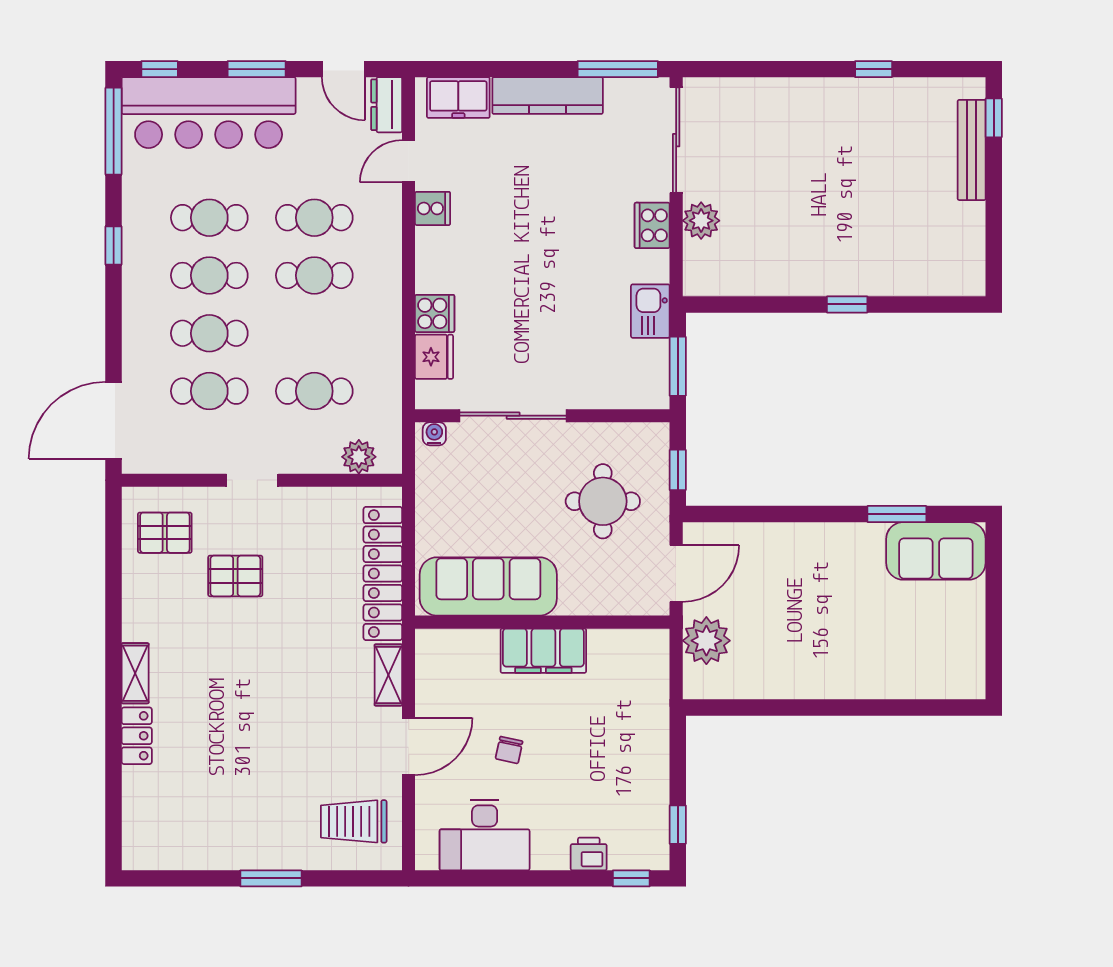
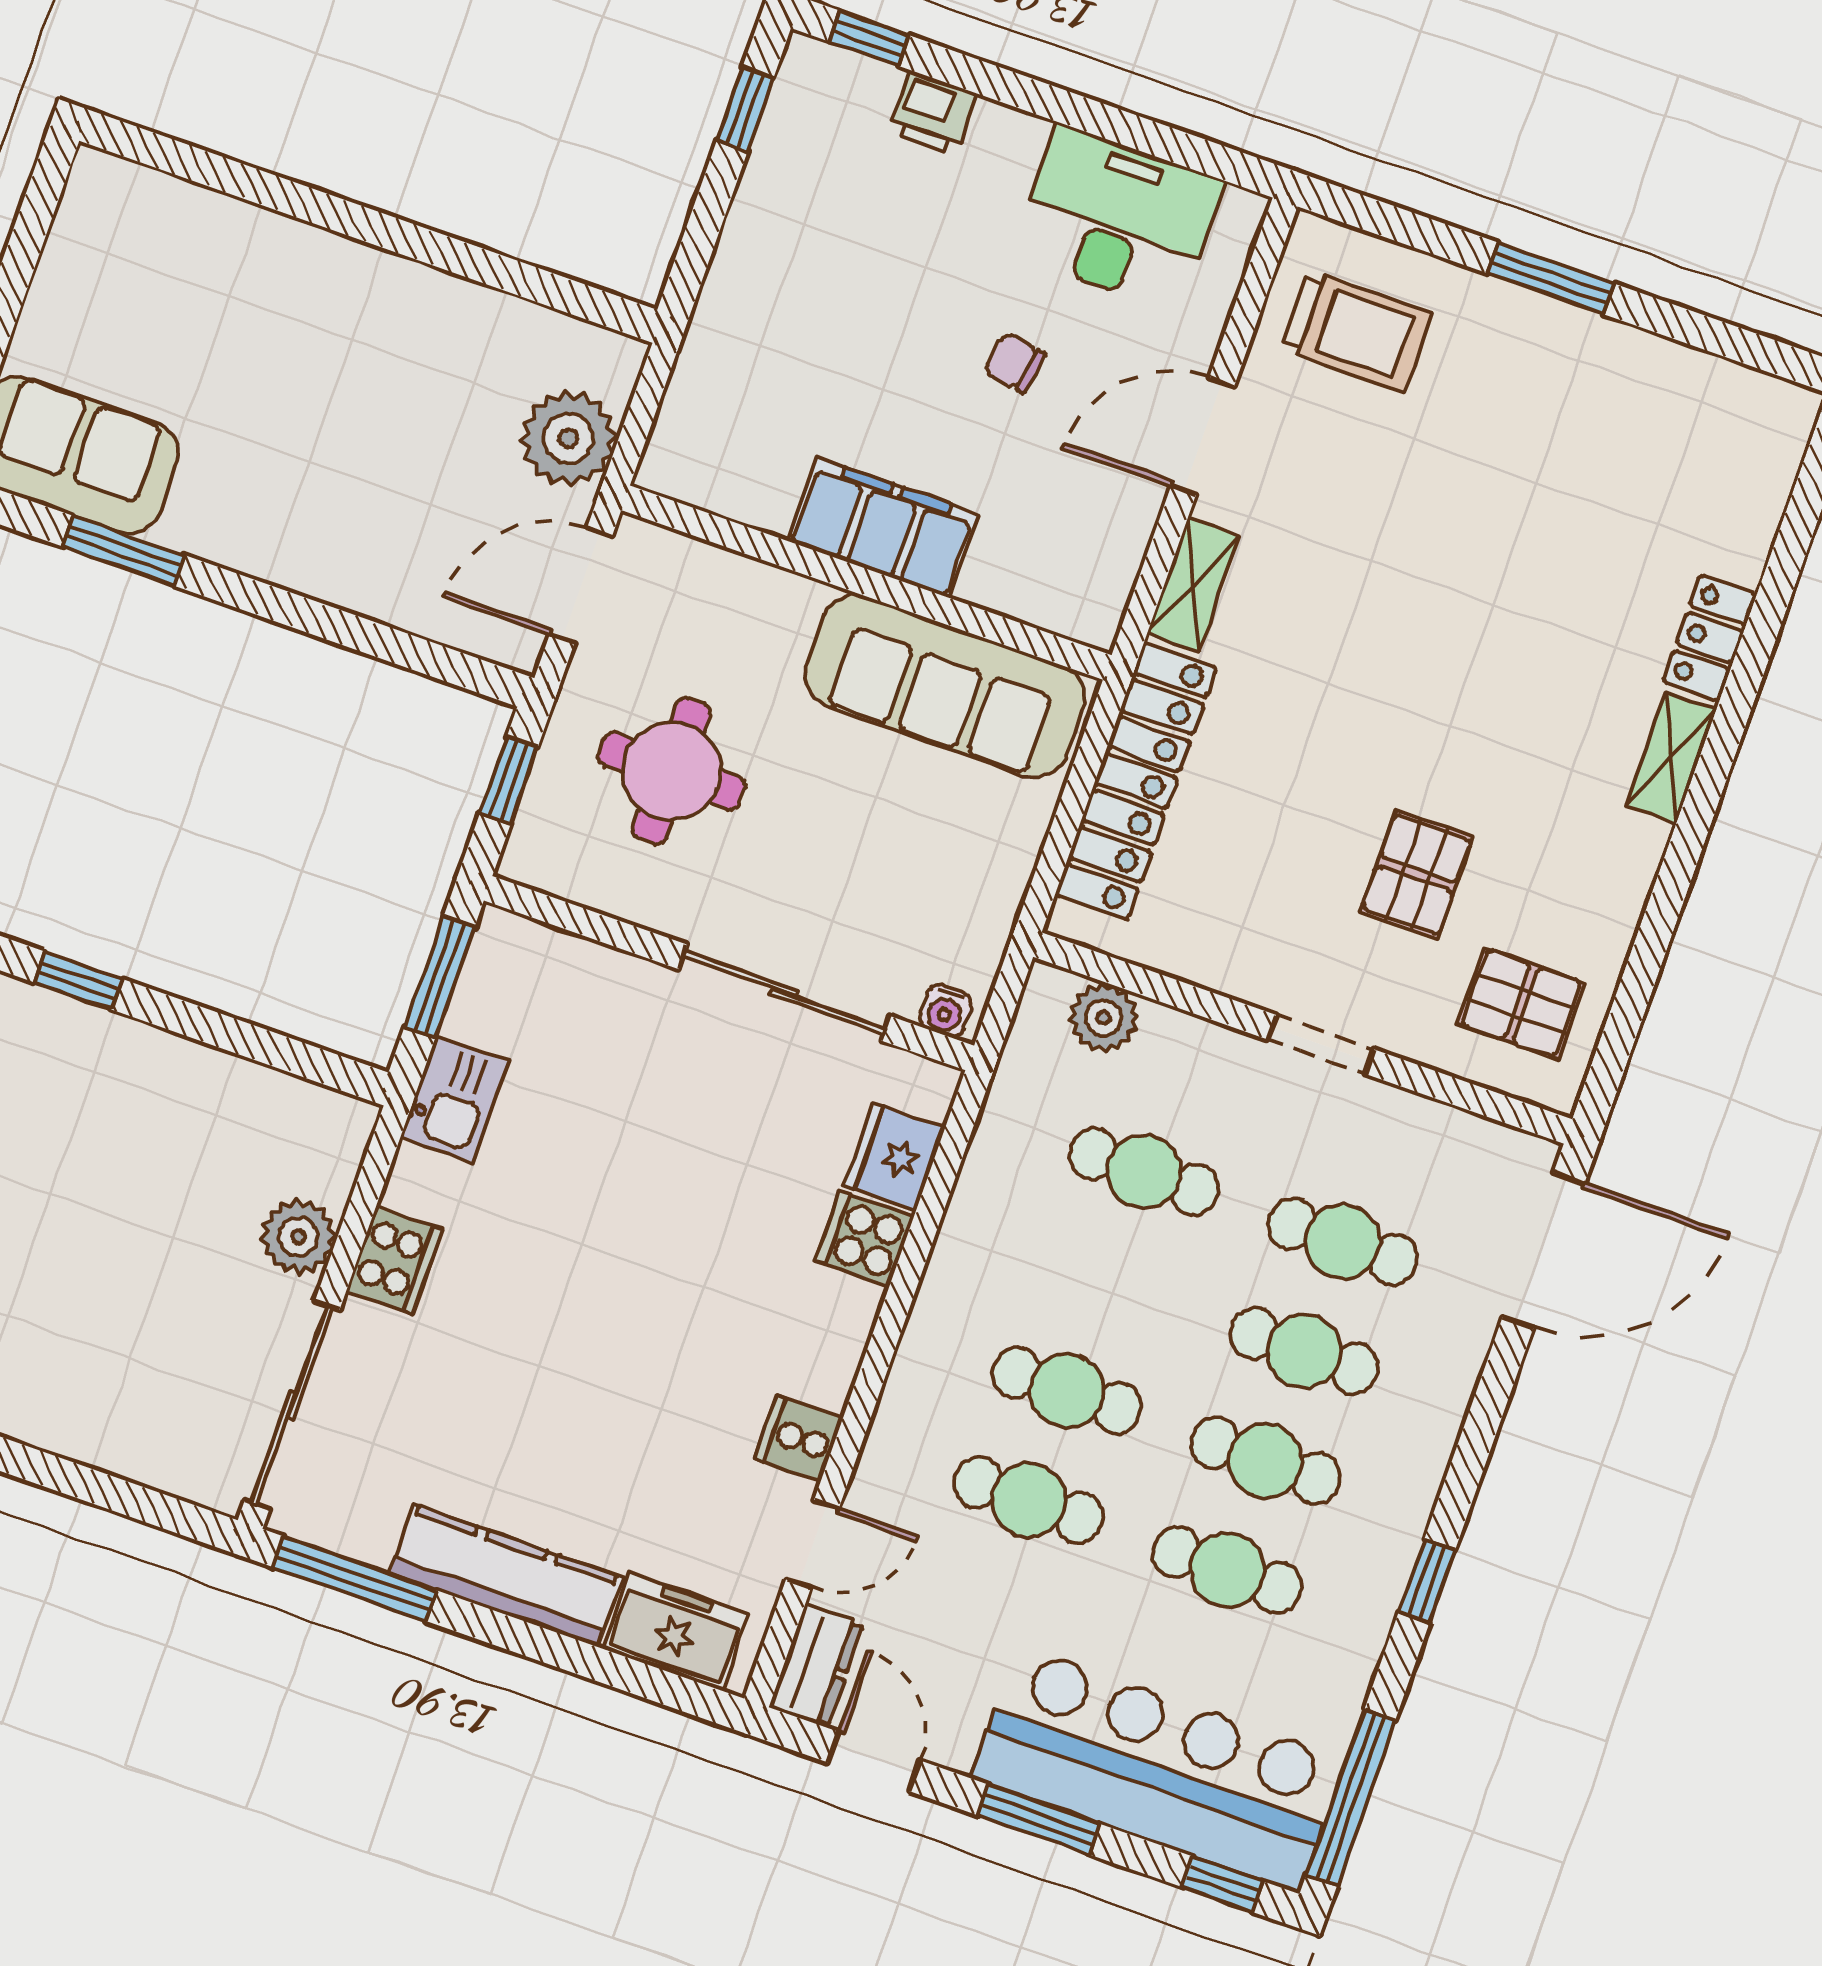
pallet: (235, 576) -> (1417, 874), turned 90
chair: (509, 750) -> (1015, 363), turned -93

